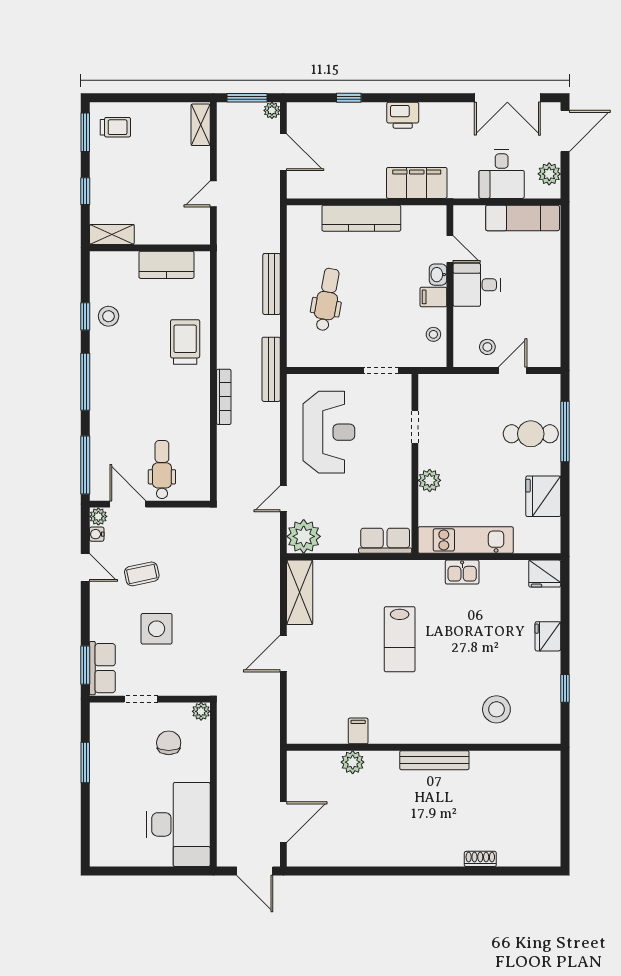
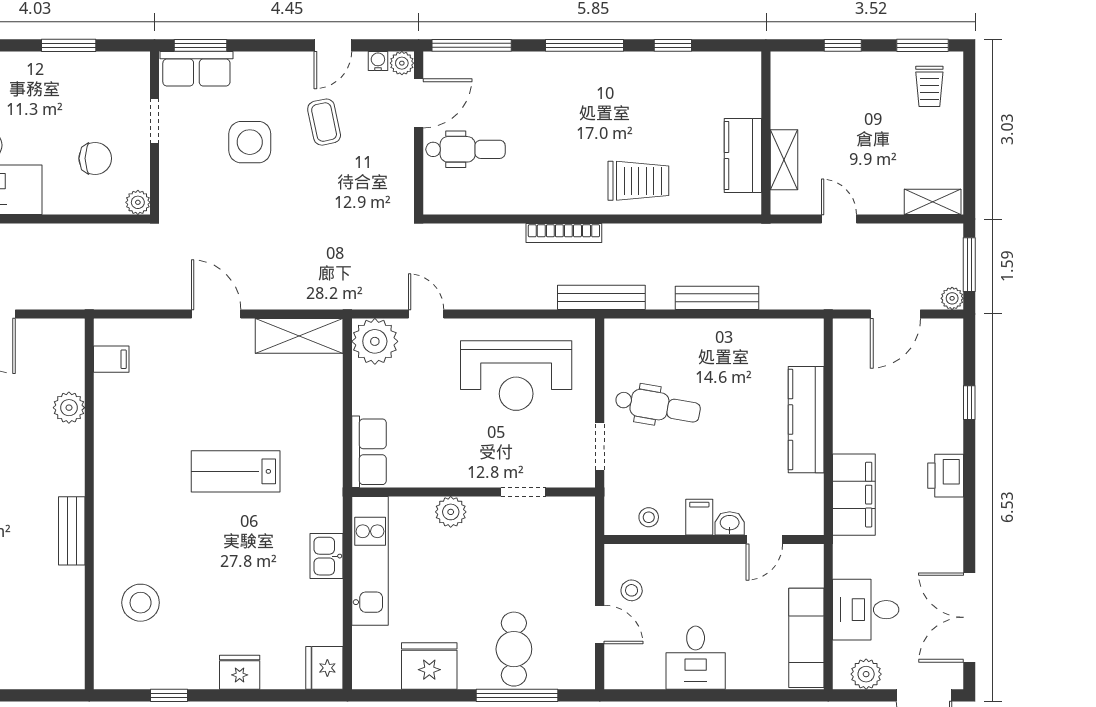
shelving: (112, 234) -> (784, 160), moved
desk: (477, 285) -> (696, 658), moved, turned 180
dental chair: (327, 299) -> (658, 406), moved
stool: (109, 316) -> (673, 77), removed
filing cabinet: (358, 731) -> (111, 359), moved
bench: (434, 760) -> (72, 531), width x0.73

